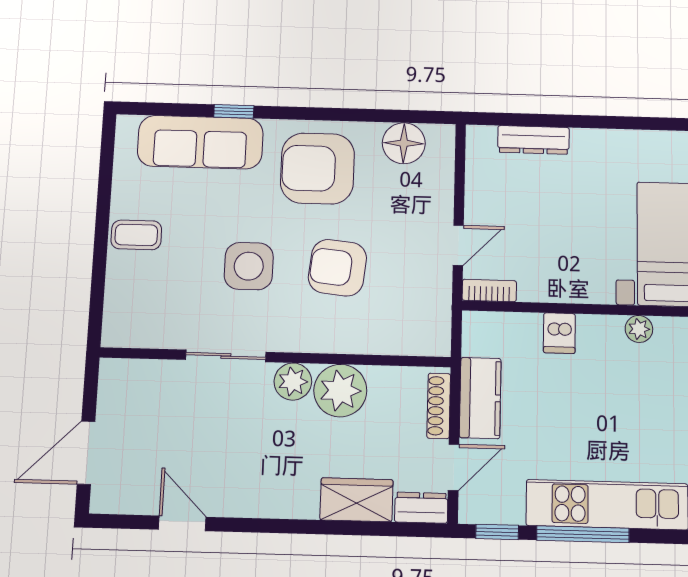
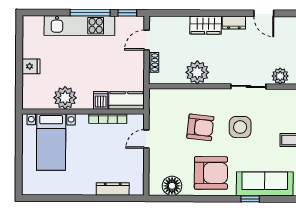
bookcase: (489, 290) -> (108, 119), moved, width x1.56
plant: (639, 329) -> (65, 98), width x1.88, depth x1.88
plant: (293, 382) -> (280, 76), moved
kitchen counter: (480, 398) -> (126, 101), moved, turned 90
shoe rack: (439, 406) -> (154, 62), width x0.70
wardrobe: (356, 500) -> (206, 25), moved
dresser: (421, 508) -> (234, 23), moved

